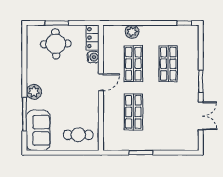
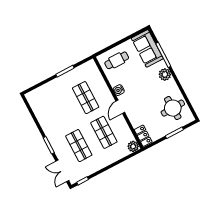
plant: (132, 32) -> (133, 146), moved
round table: (56, 44) -> (173, 108), moved
water cooler: (93, 57) -> (119, 90), moved
double door: (201, 116) -> (62, 171), moved

